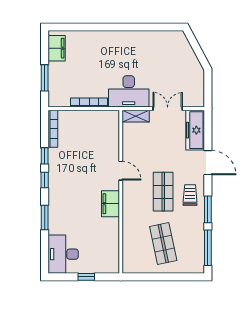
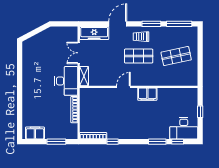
window: (45, 180) -> (178, 142), moved

